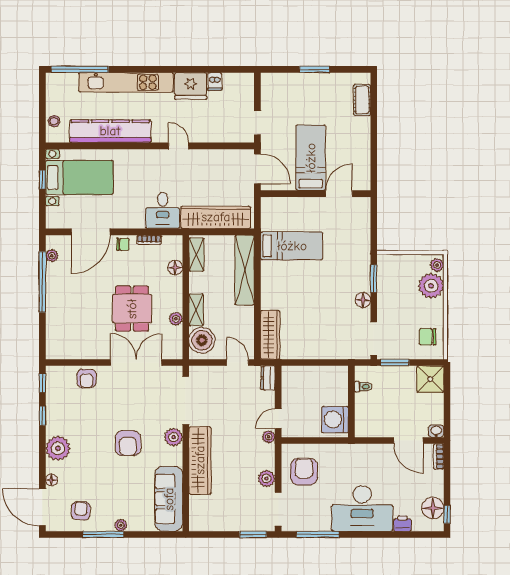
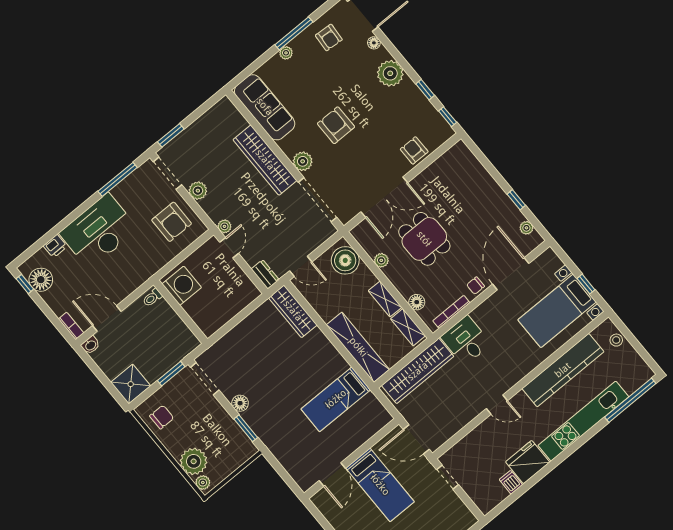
bookcase: (149, 240) -> (451, 312), width x1.56
window: (42, 282) -> (516, 200), width x0.32
shelving: (196, 310) -> (385, 299), moved
toilet: (363, 387) -> (152, 298), moved

